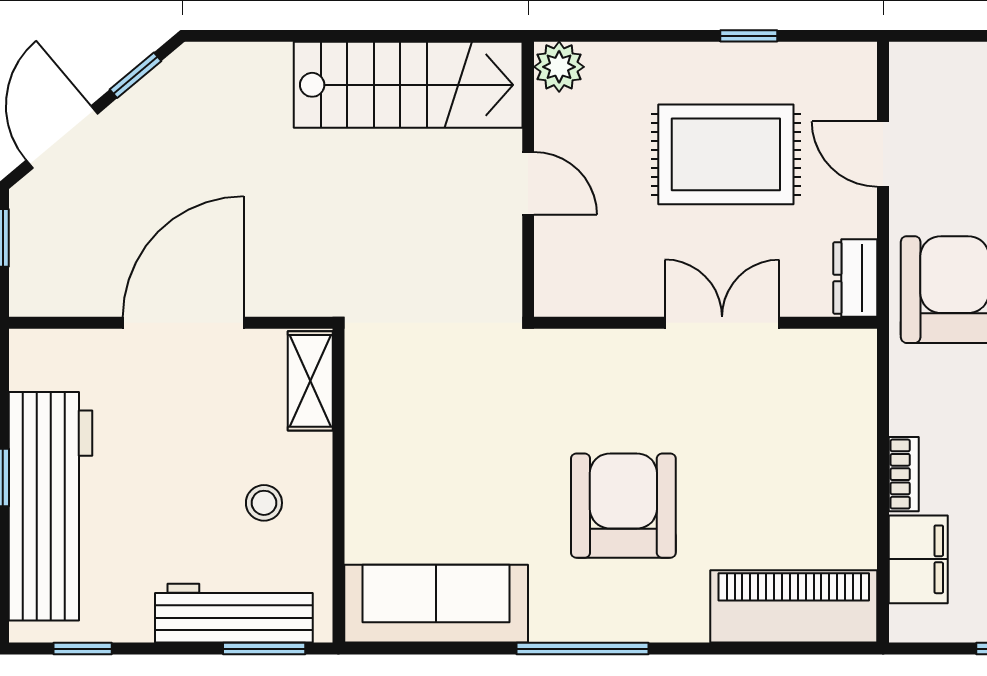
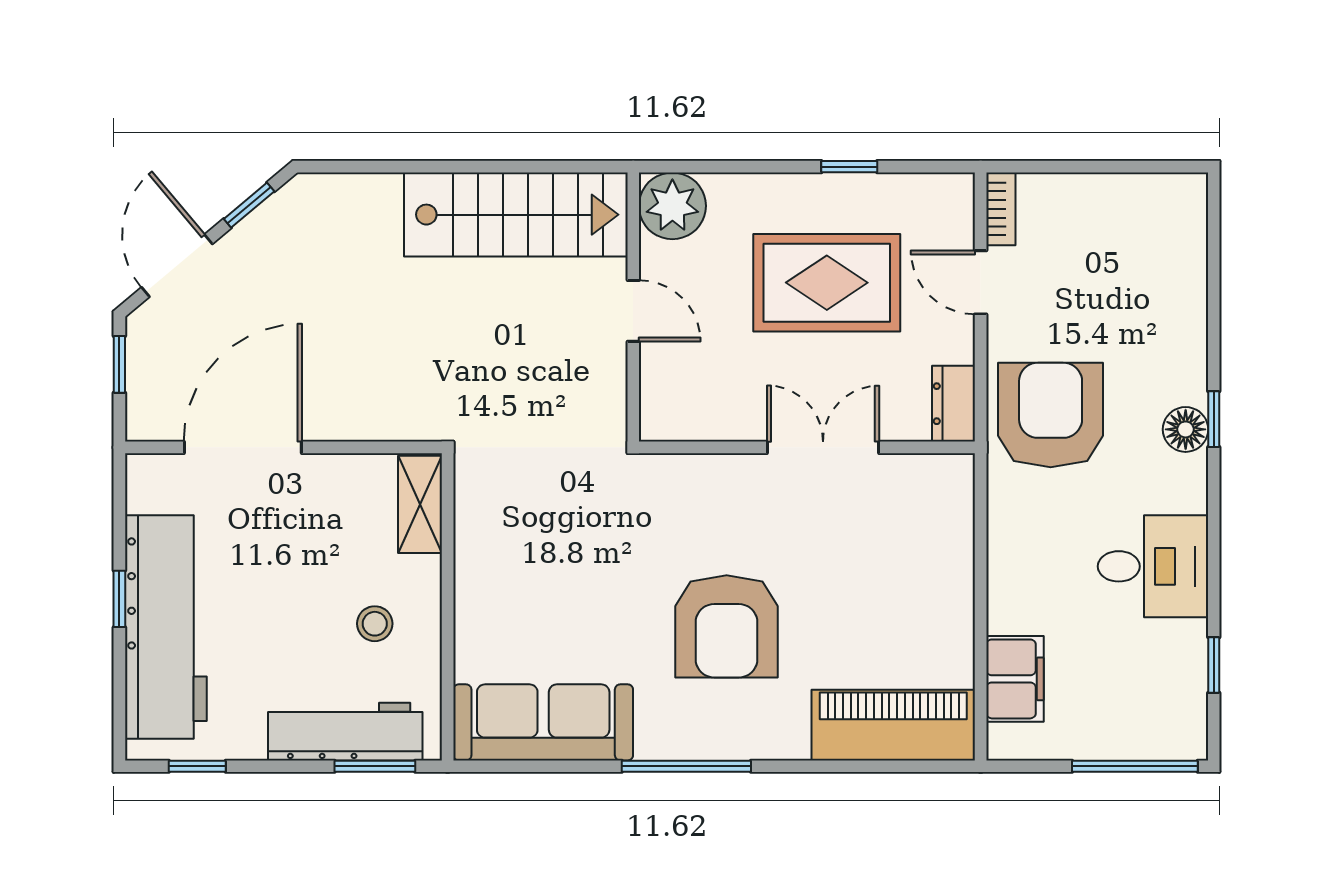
plant: (559, 67) -> (672, 206), width x1.36, depth x1.36
door: (183, 323) -> (243, 447), moved
bookcase: (904, 474) -> (1001, 209), moved
armchair: (623, 506) -> (727, 626), turned 180

